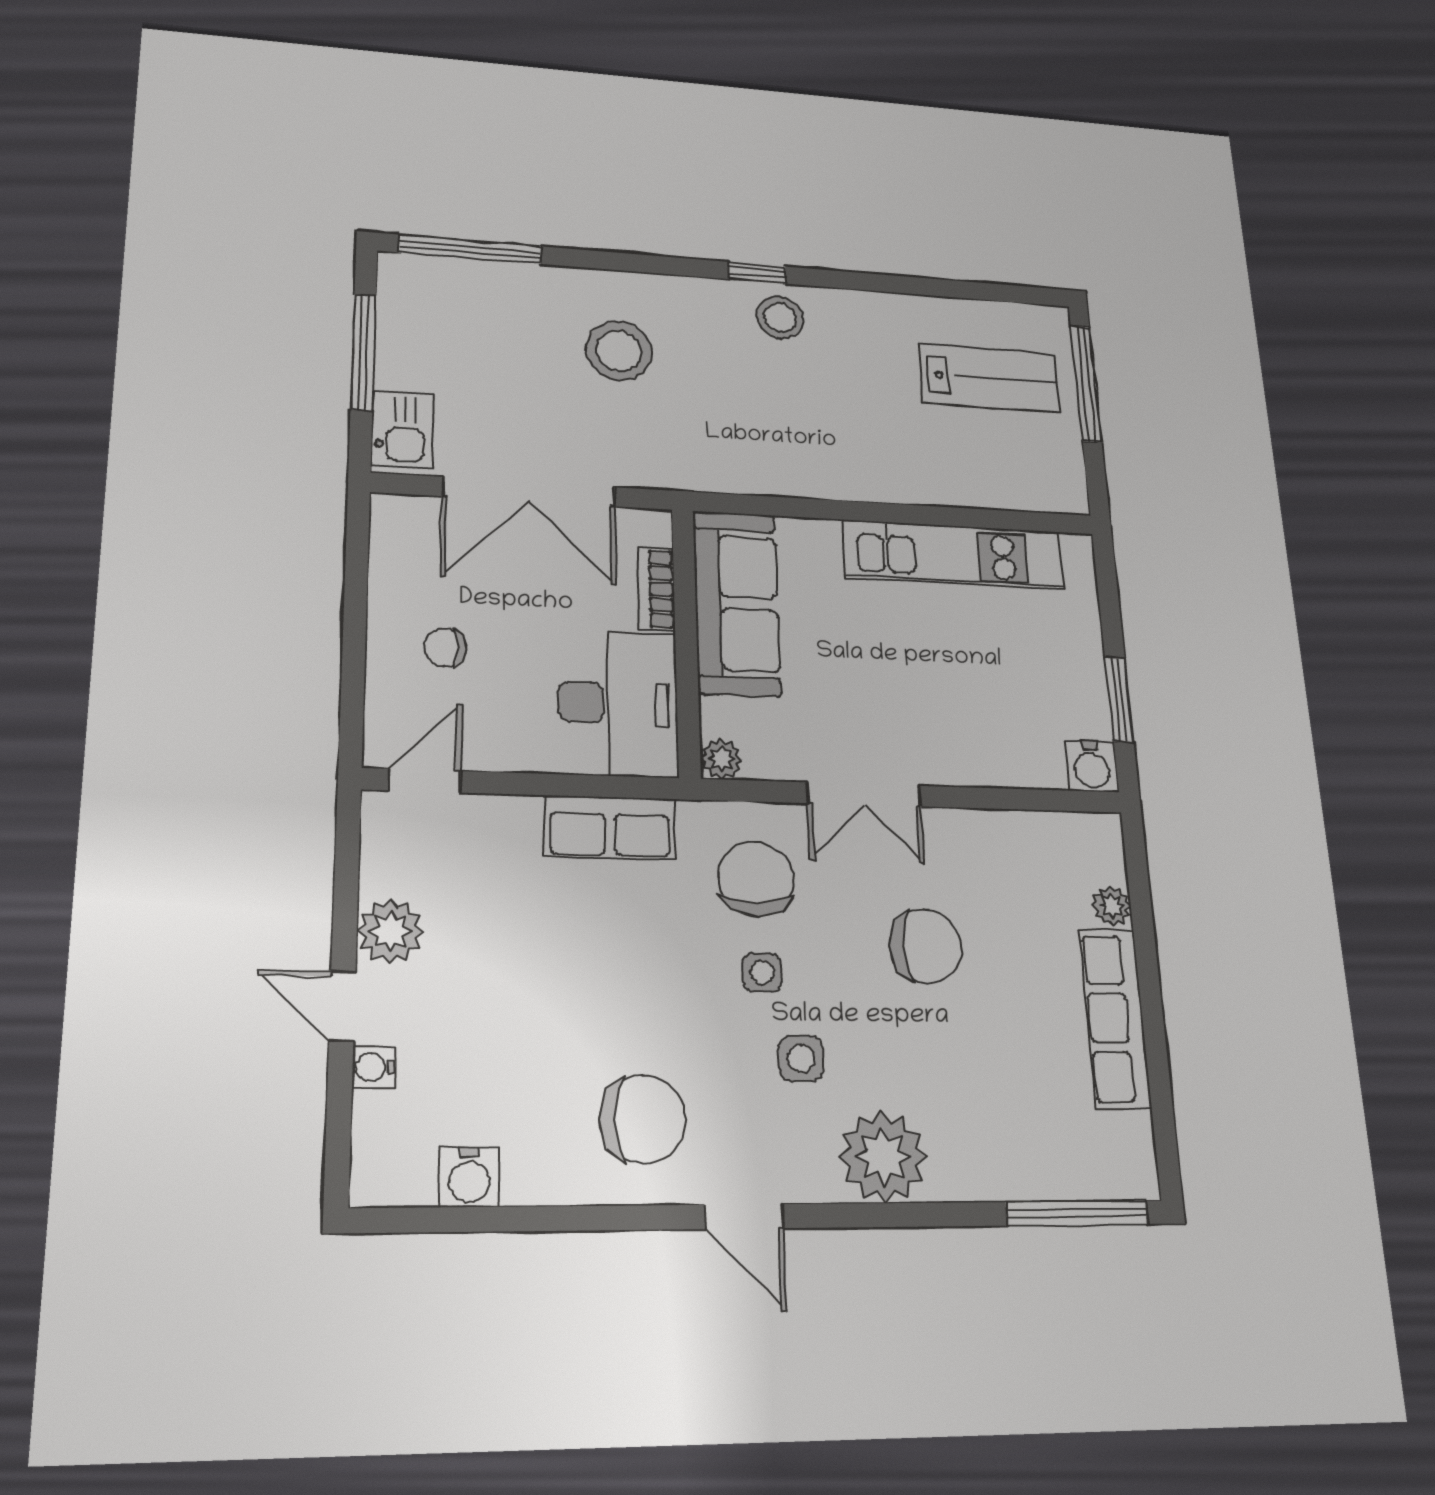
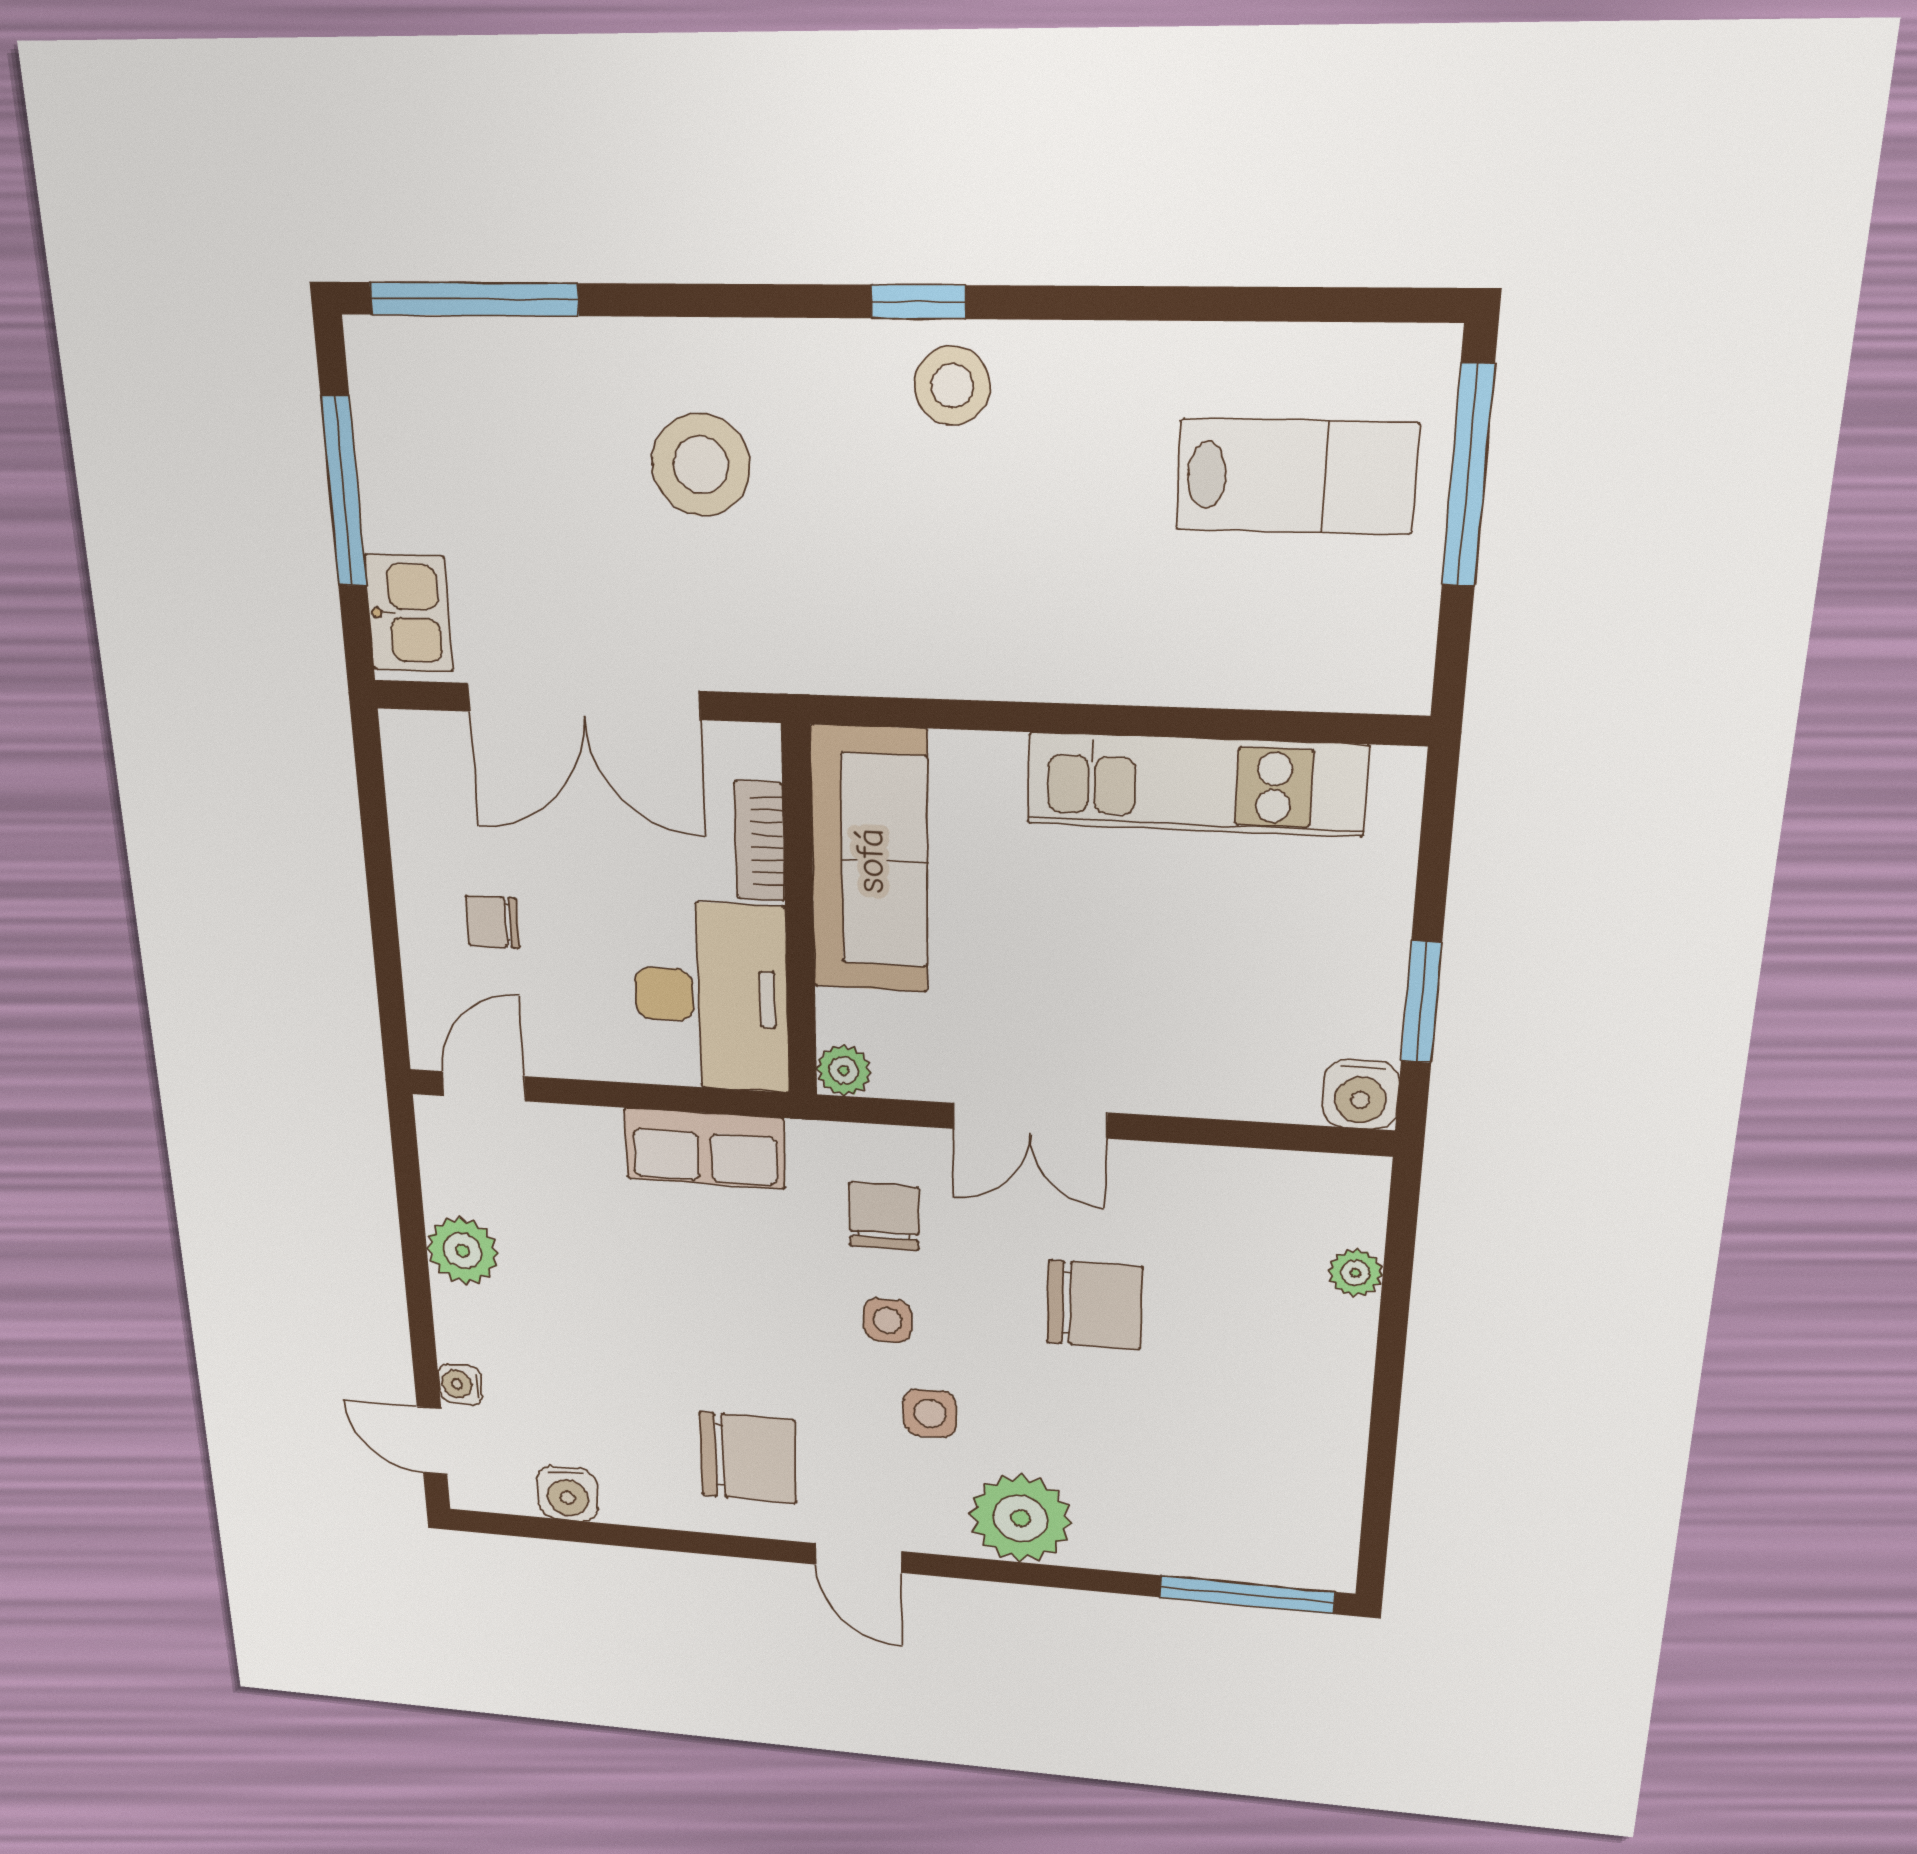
chair: (756, 879) -> (884, 1216), width x0.73, depth x0.73
door: (342, 1006) -> (432, 1441), moved
row of seats: (1115, 1018) -> (1334, 1401), removed

